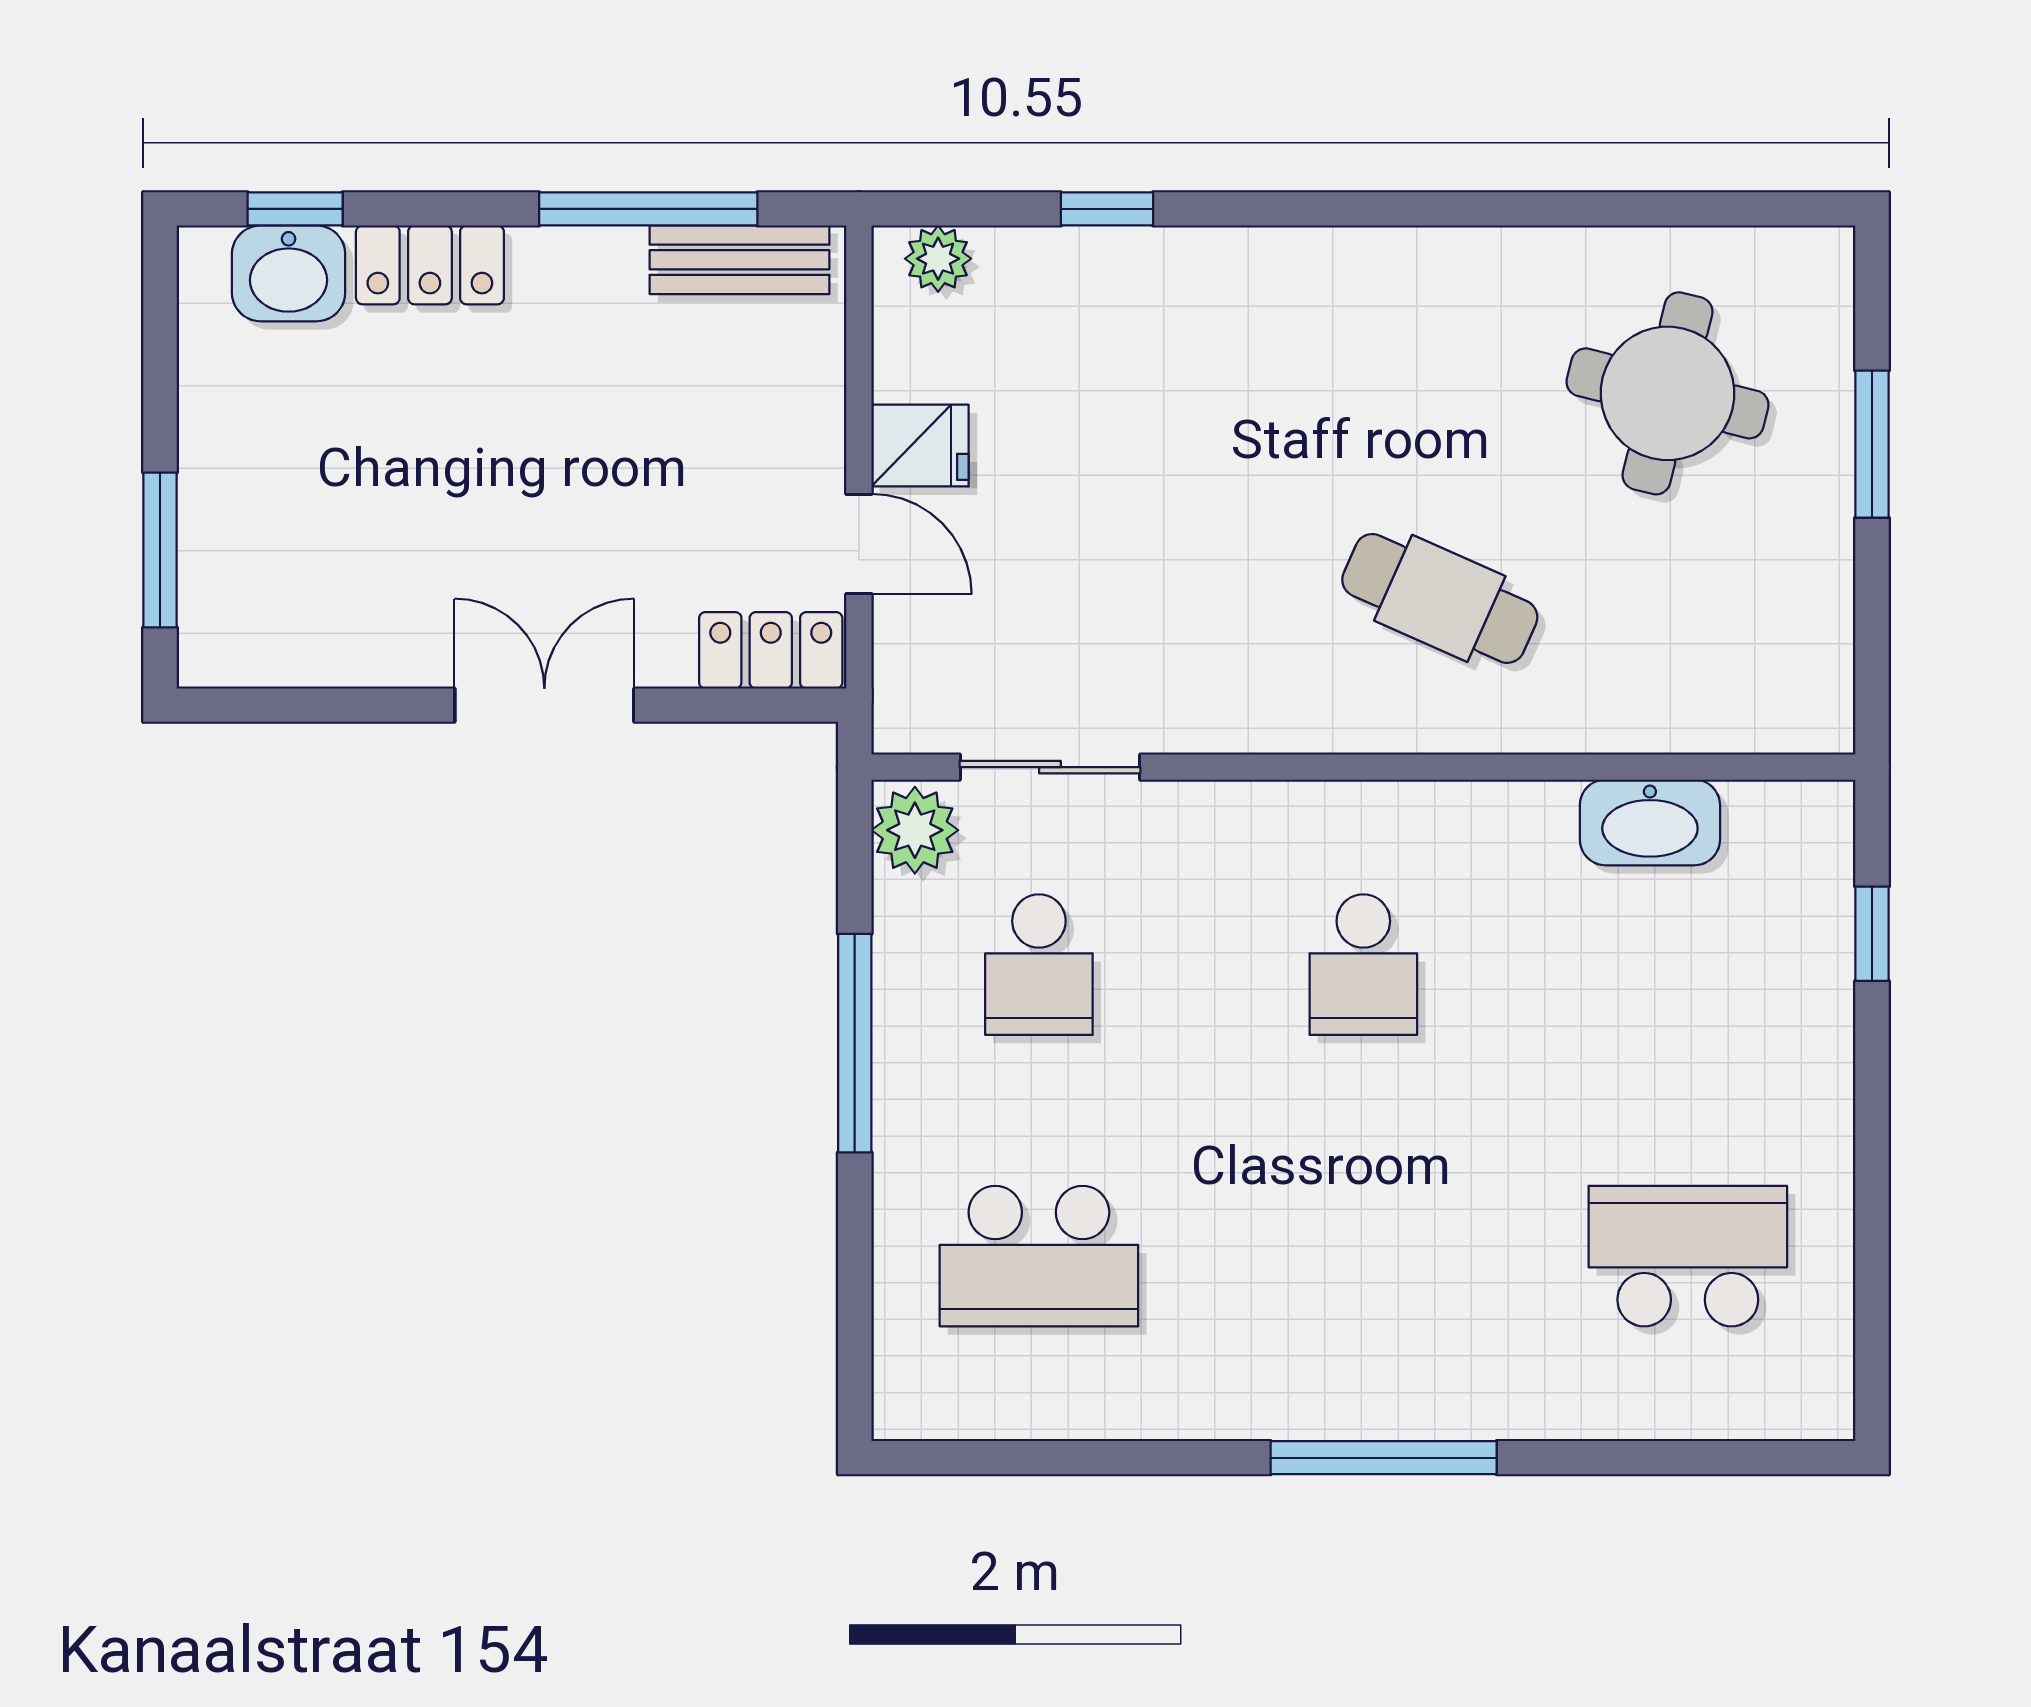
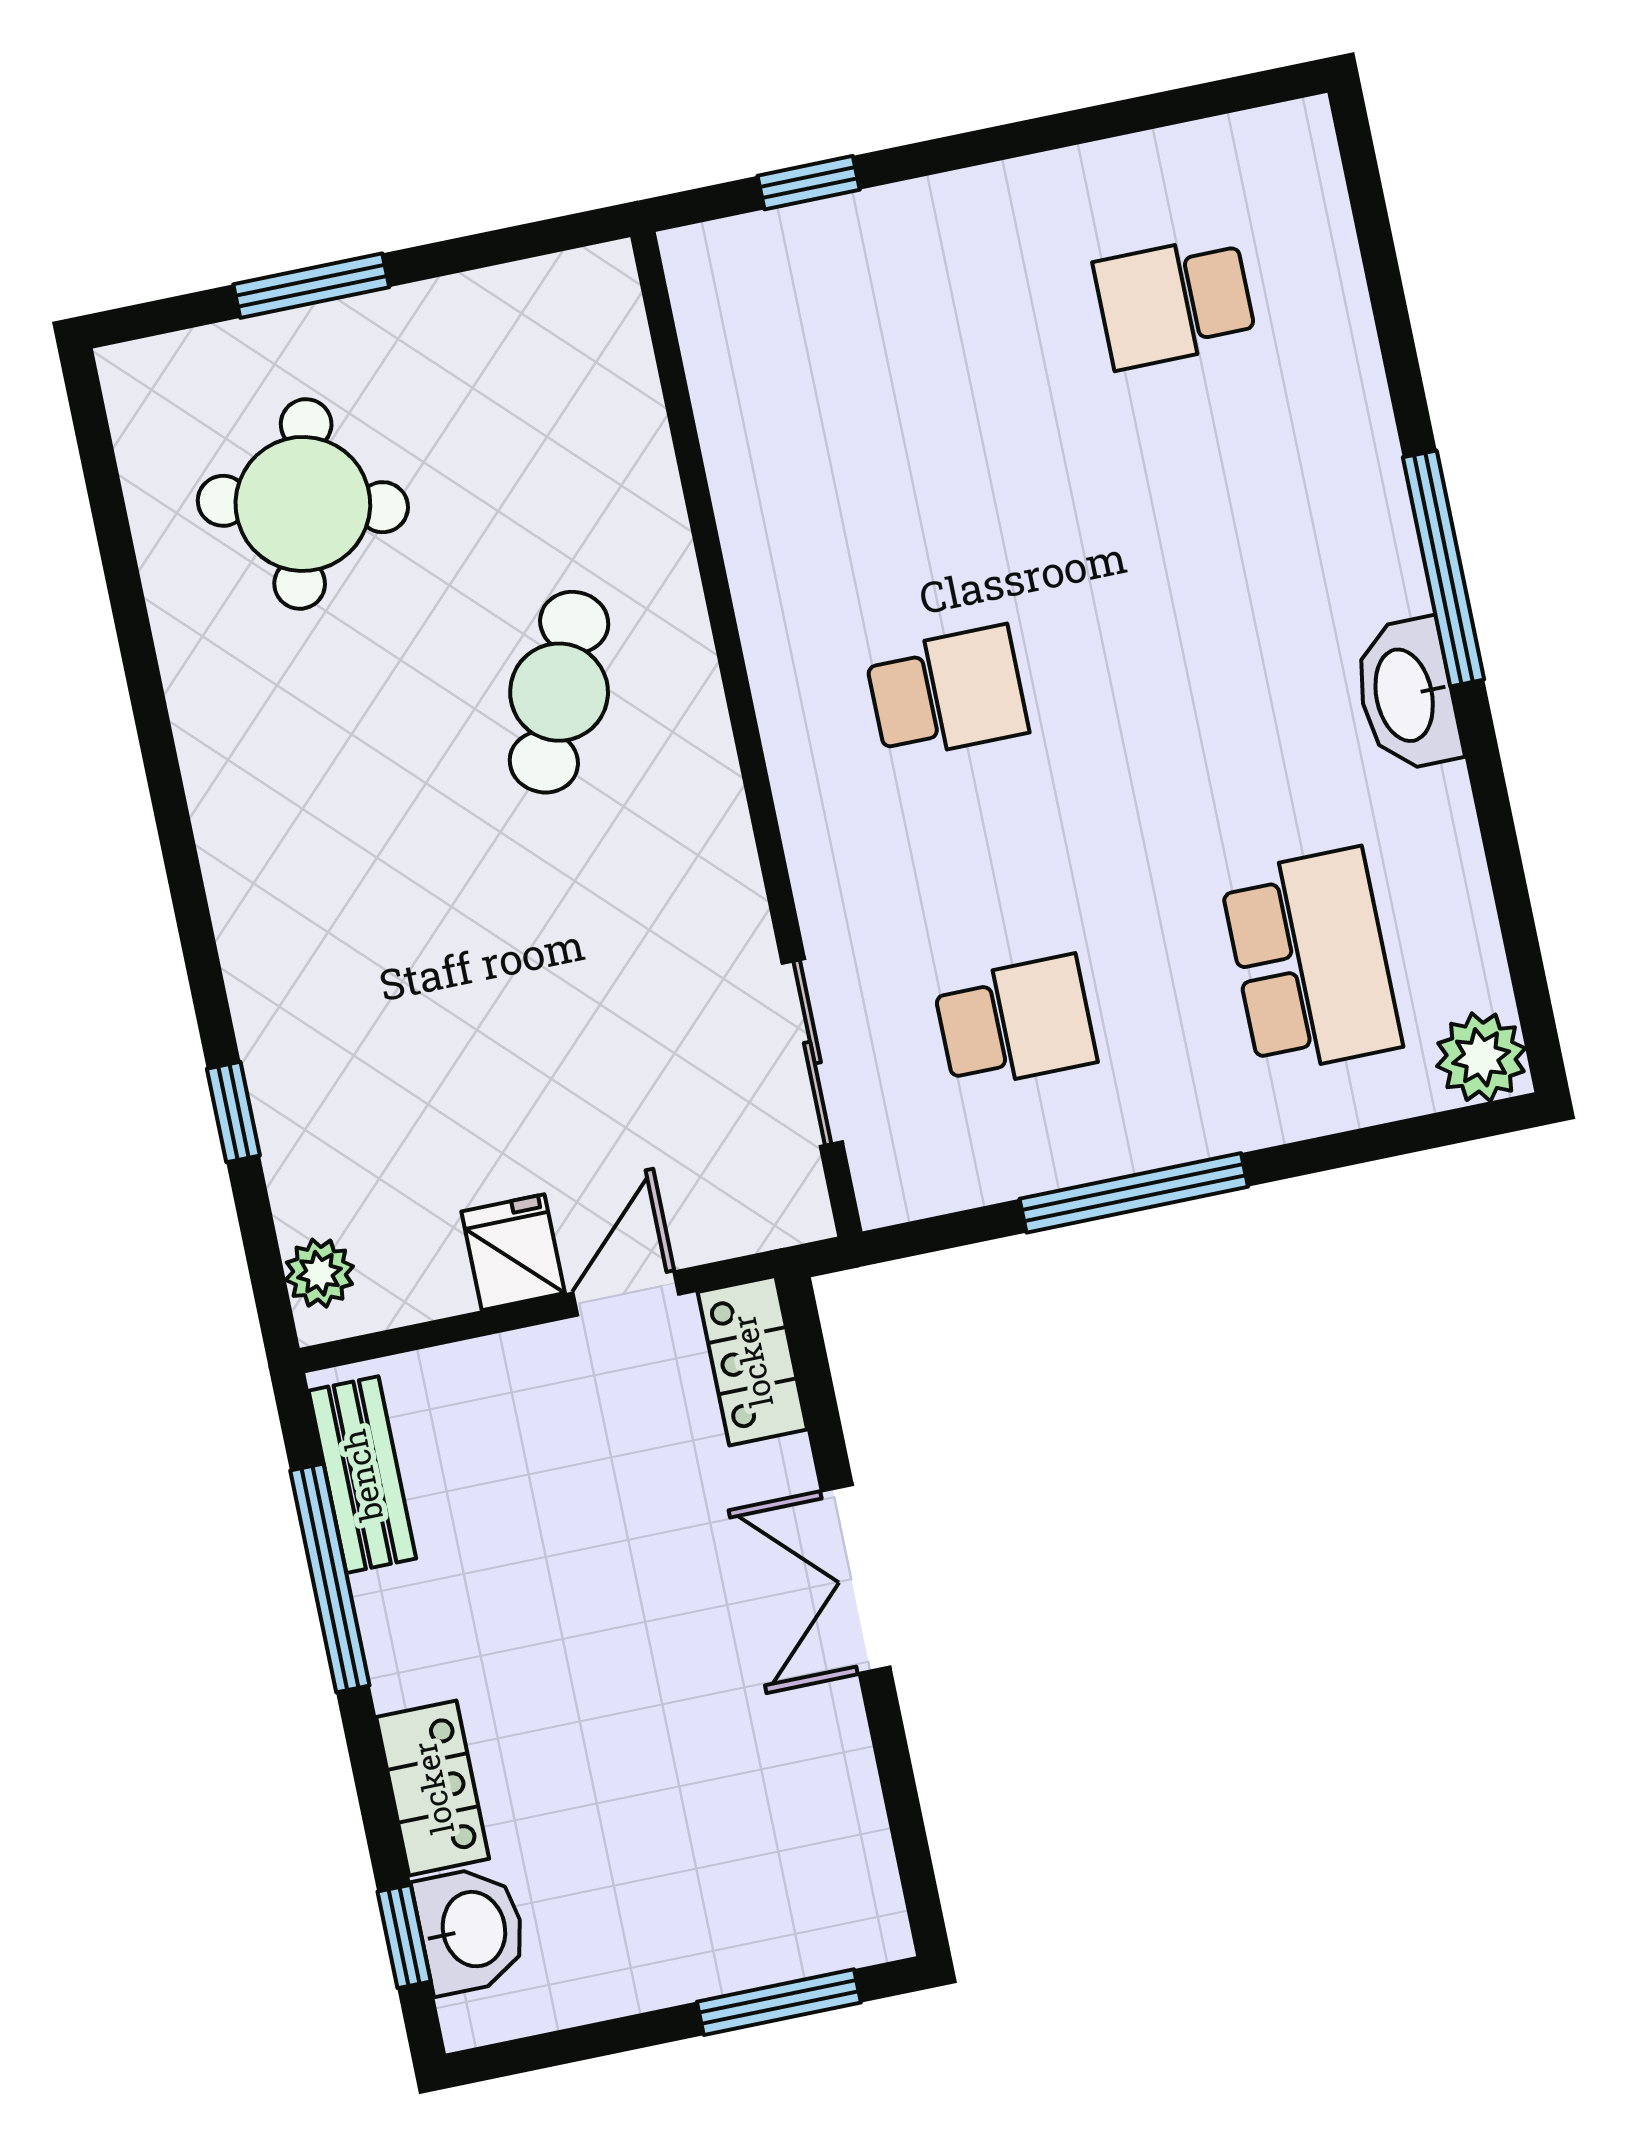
washbasin: (1650, 822) -> (1407, 695), moved, turned 180
plant: (915, 830) -> (1481, 1057), moved
school desk: (1688, 1256) -> (1175, 302), width x0.54

